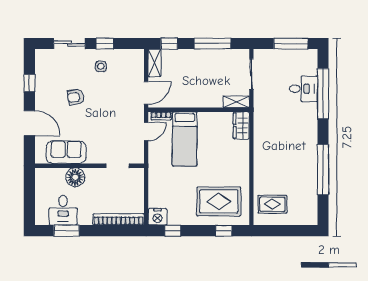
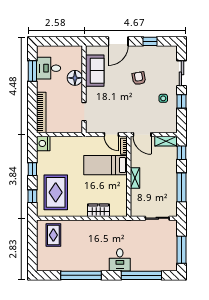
desk: (304, 89) -> (120, 260), moved
shelving: (236, 102) -> (135, 178), moved
wardrobe: (241, 125) -> (98, 210), moved
window: (173, 231) -> (32, 169), moved

